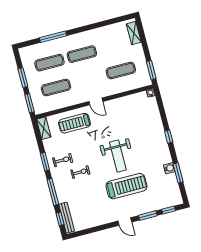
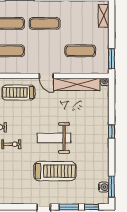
shelving: (126, 102) -> (77, 84), added
weight bench: (118, 156) -> (54, 138), turned 90
water cooler: (169, 168) -> (104, 187), moved
window: (178, 173) -> (112, 187), moved

